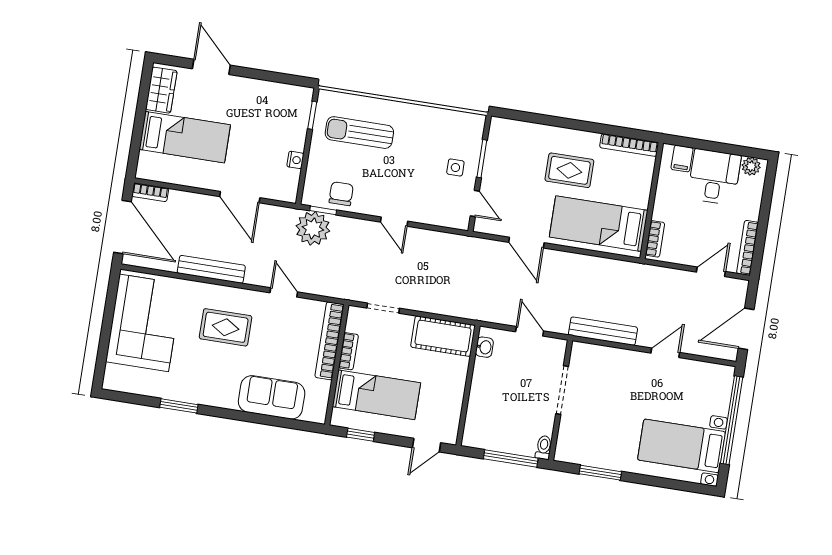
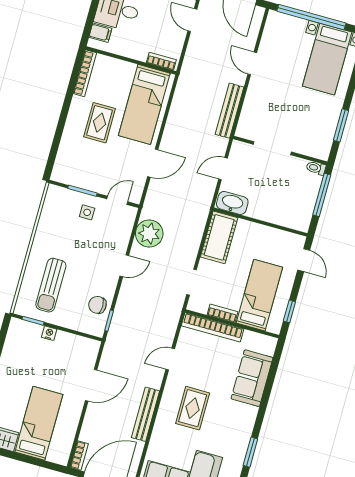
nightstand: (295, 160) -> (49, 333), moved
plant: (313, 228) -> (149, 234), moved
washbasin: (484, 347) -> (232, 203), width x1.91, depth x1.45

